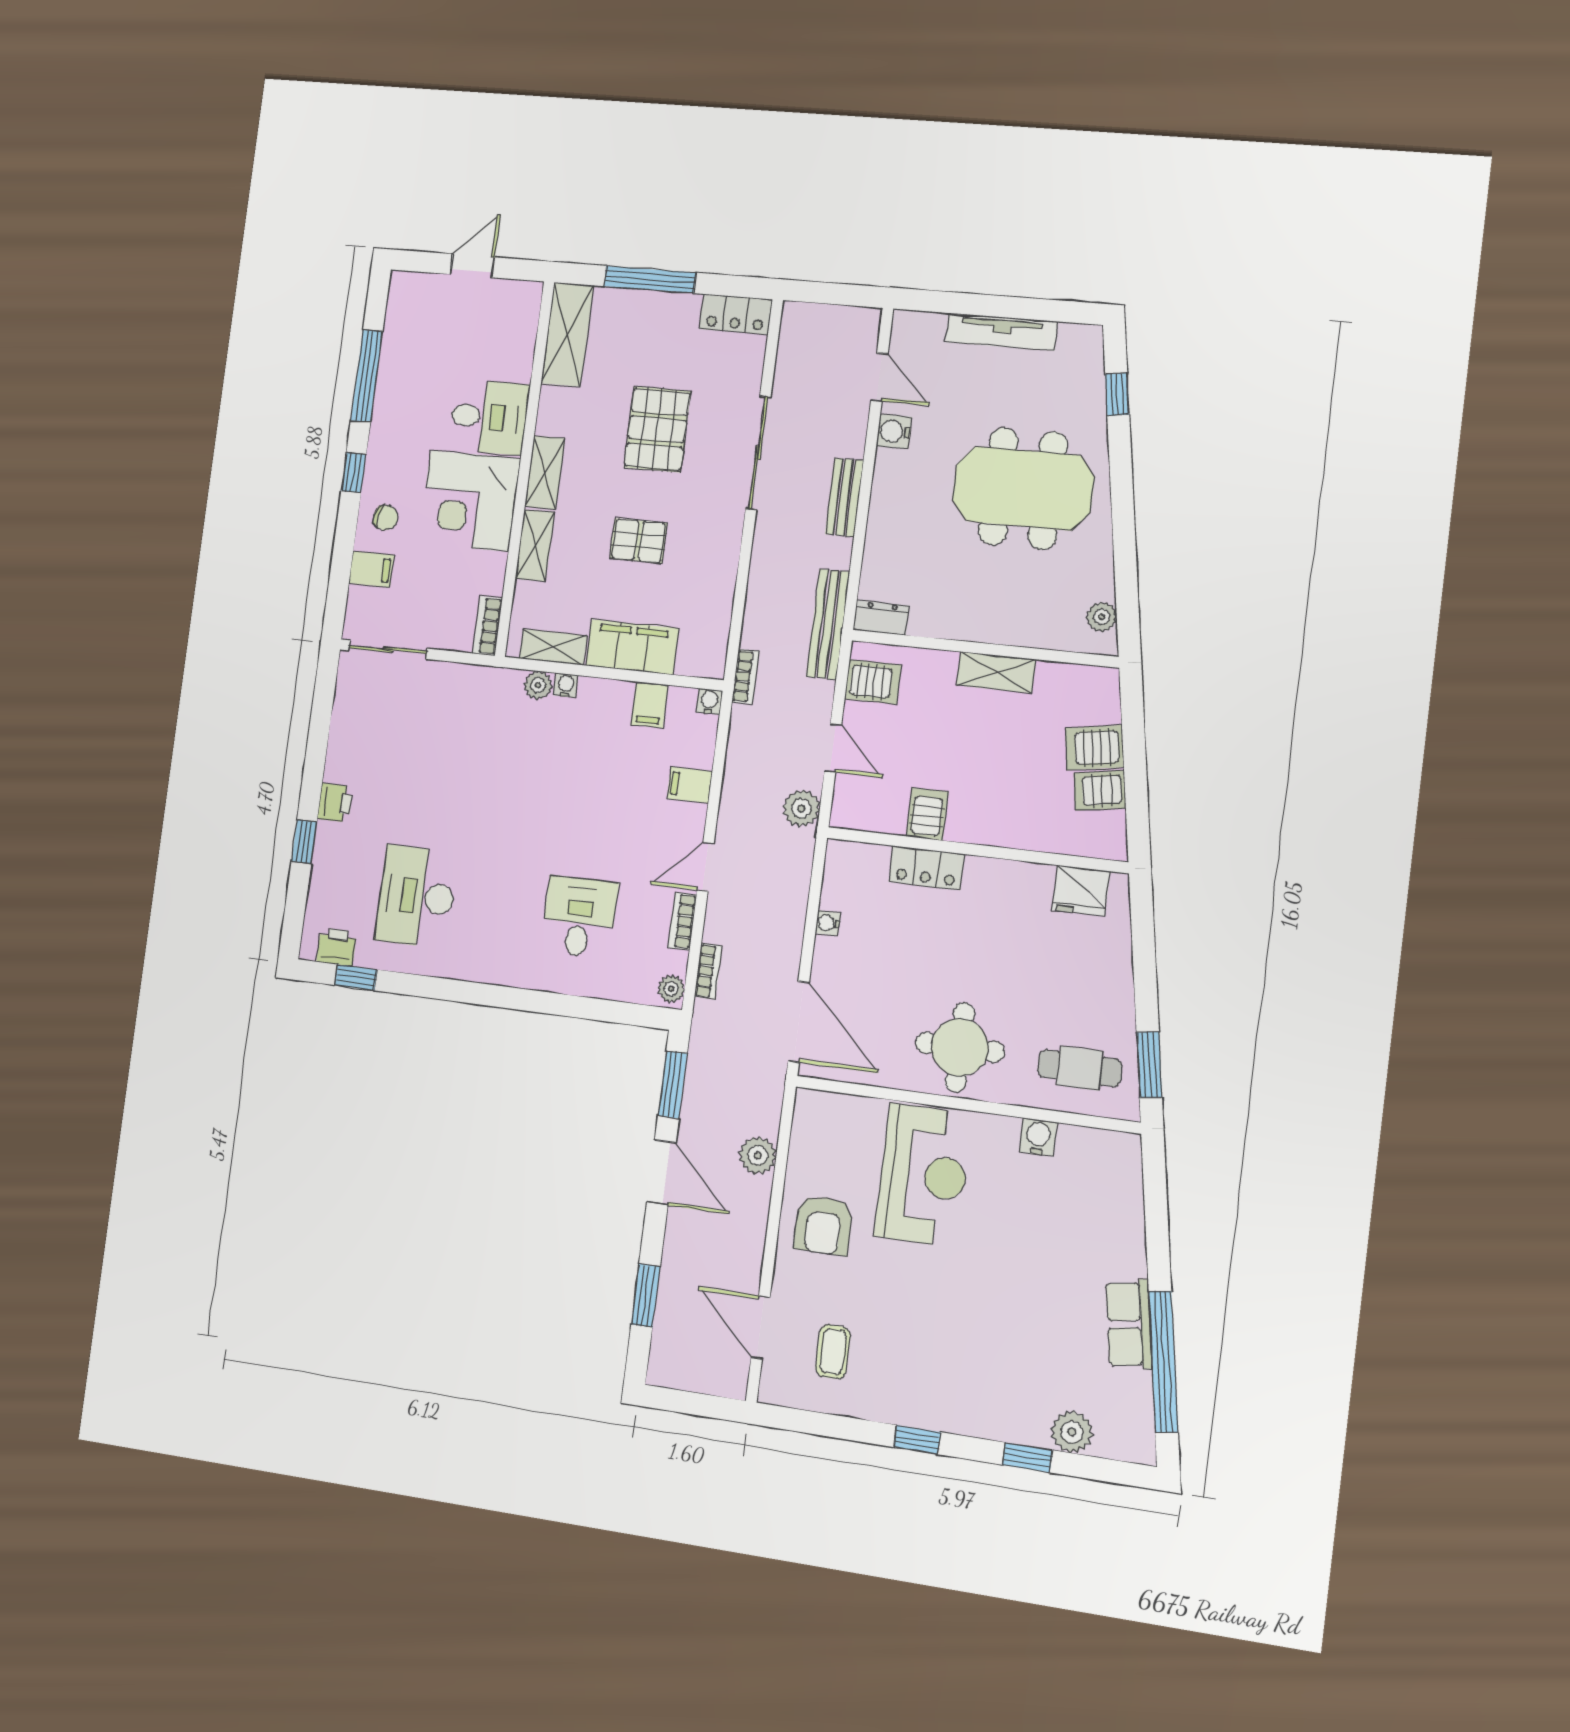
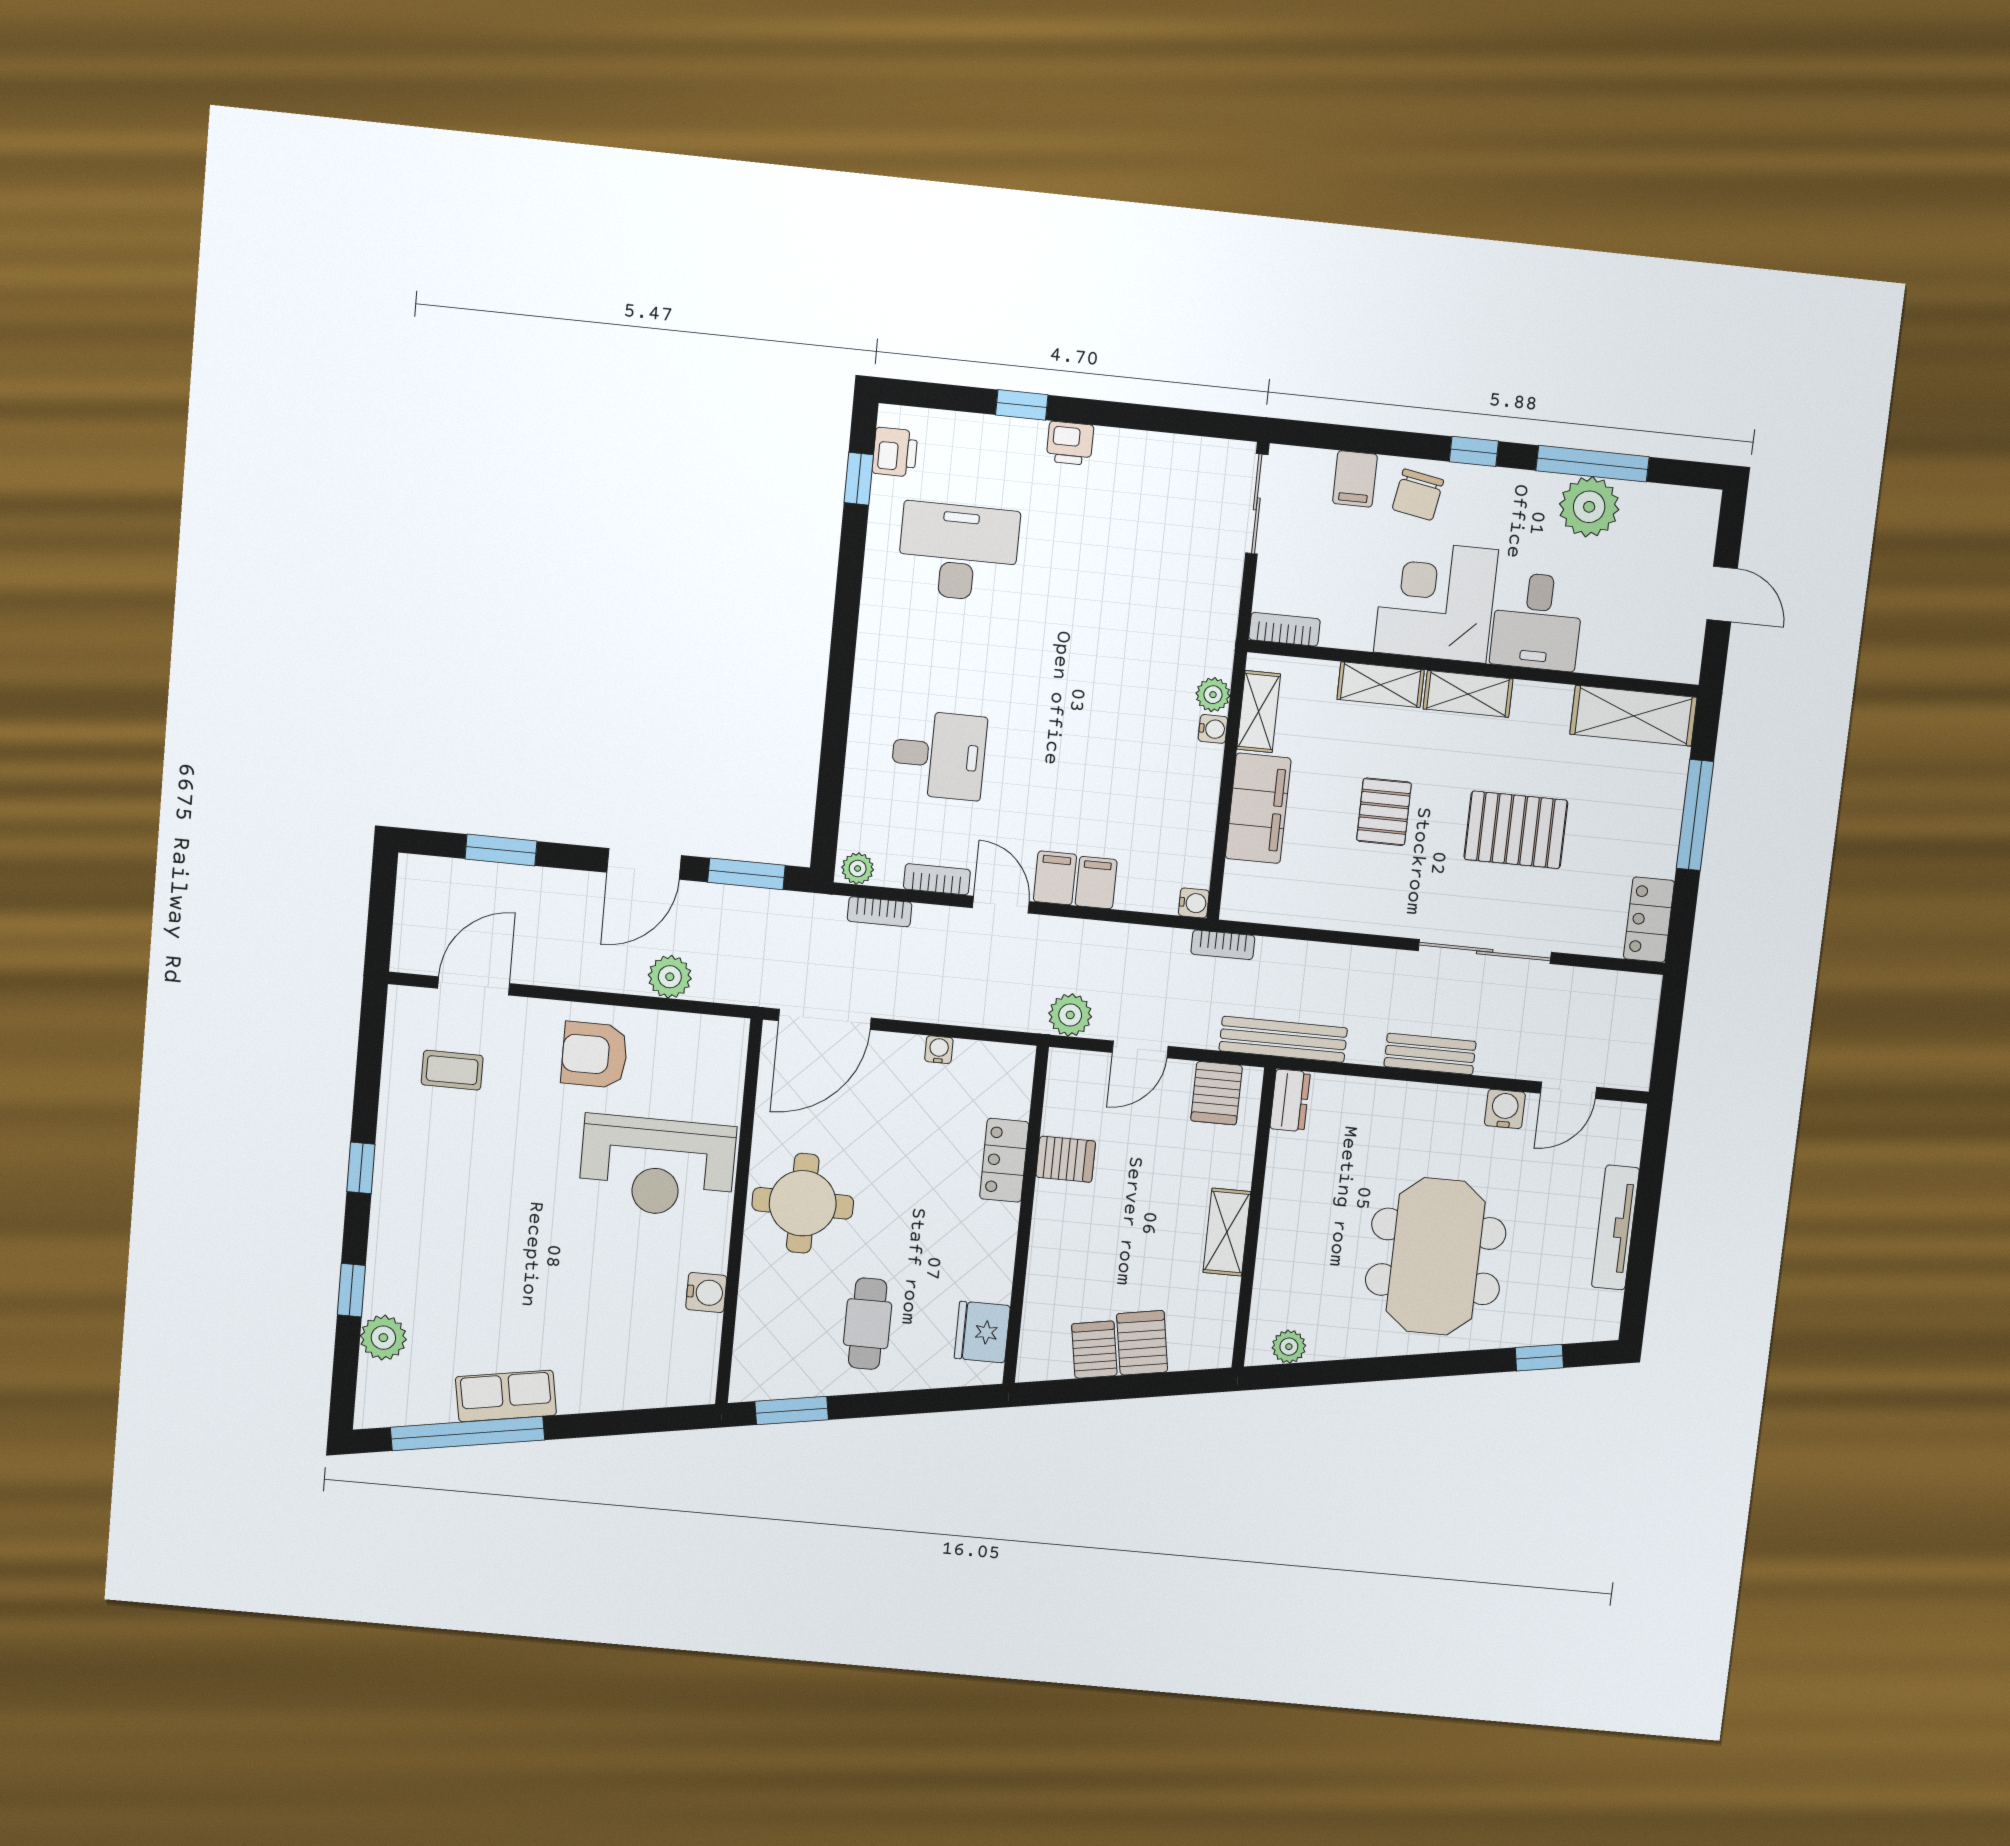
plant: (400, 377) -> (1589, 507), added
chair: (386, 518) -> (1418, 495), width x1.37, depth x1.37
filing cabinet: (649, 705) -> (1055, 878), moved, turned 90
cafe table: (1080, 1068) -> (868, 1324), moved

